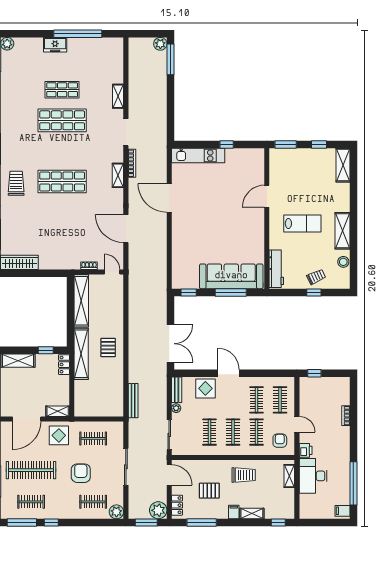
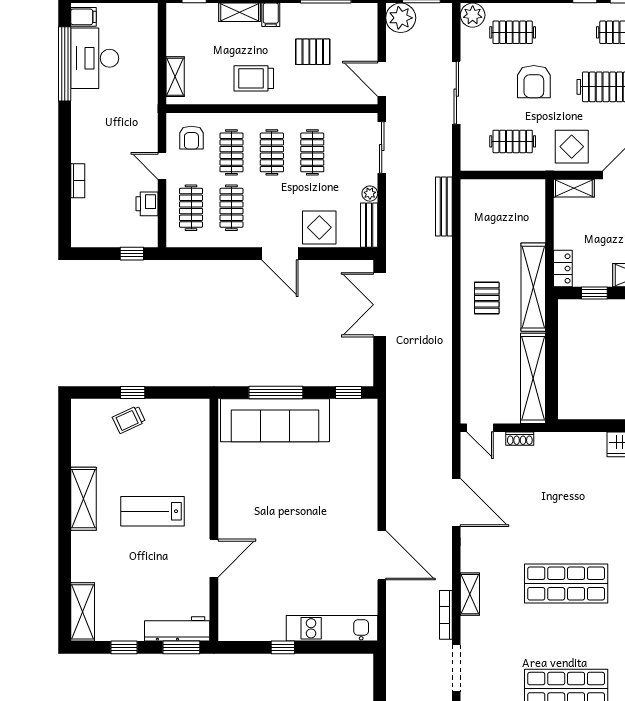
stool: (343, 262) -> (82, 445), removed
workbench: (276, 269) -> (177, 629), moved, turned 90
printer: (306, 450) -> (147, 204), moved
desk: (313, 476) -> (95, 58), moved, turned 180
locker: (177, 505) -> (368, 27), removed

